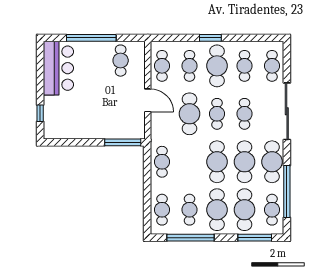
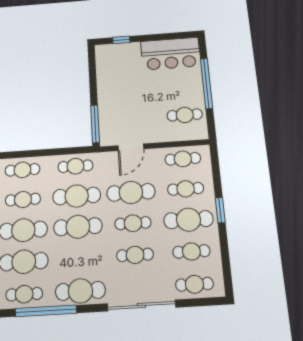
door: (148, 100) -> (131, 147), moved
cafe table: (245, 162) -> (77, 196), moved

